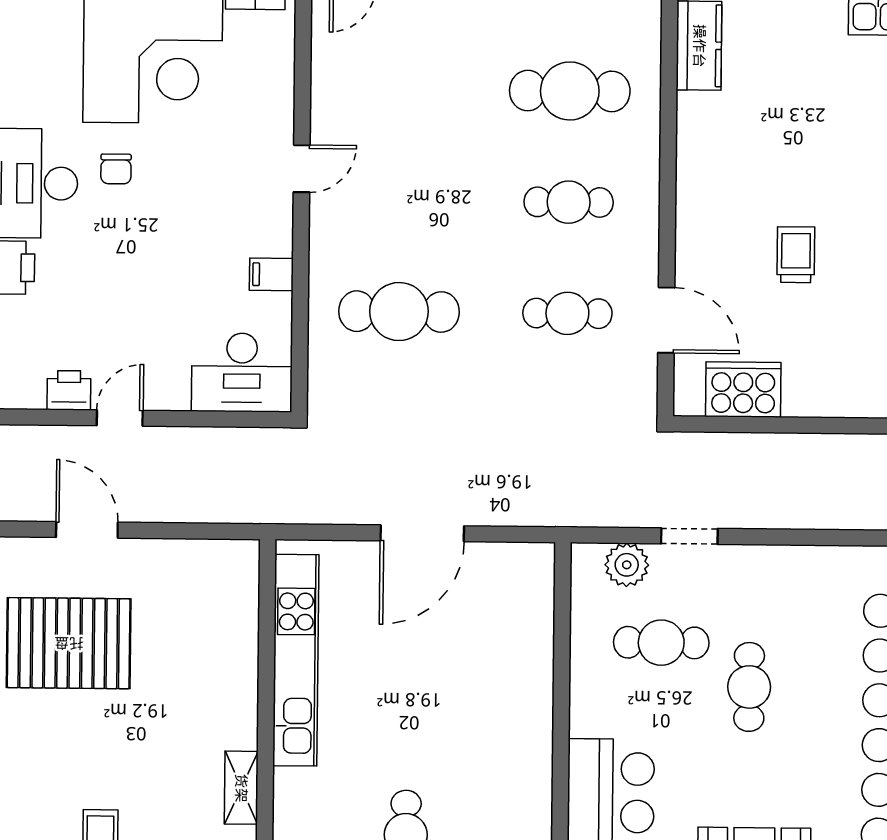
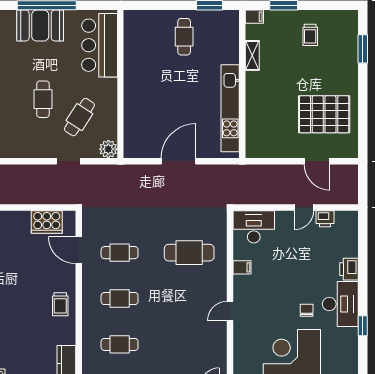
cafe table: (570, 91) -> (120, 344), width x0.73, depth x0.74
trolley: (796, 255) -> (60, 304), moved
plant: (627, 565) -> (108, 149), moved
cafe table: (661, 643) -> (79, 117), turned -57

